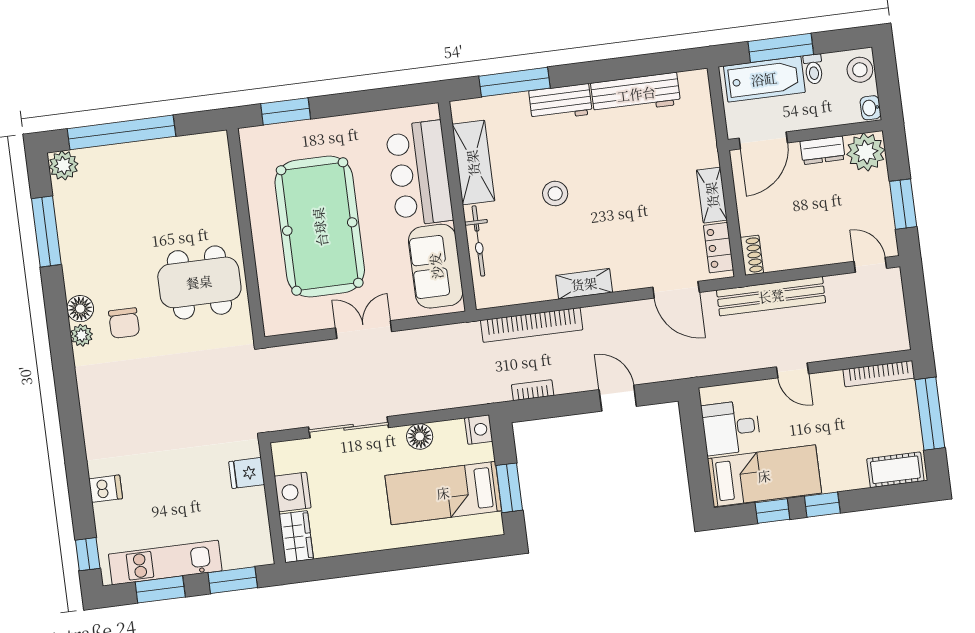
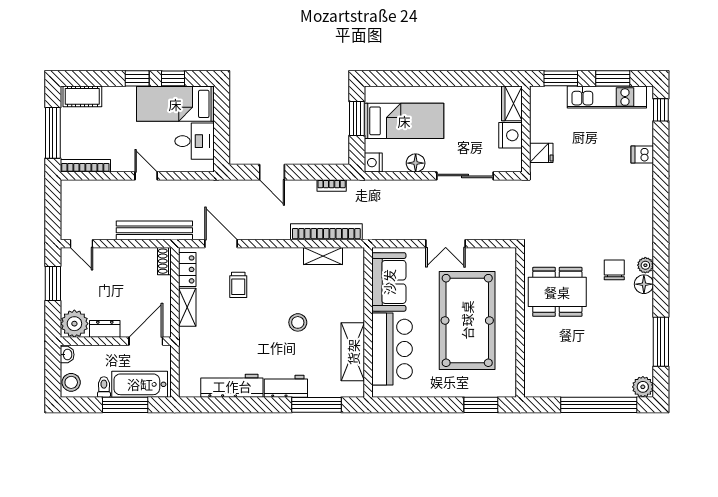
trolley: (645, 235) -> (238, 285), added
bicycle: (478, 241) -> (356, 296), removed
shelving: (584, 284) -> (323, 256), moved

